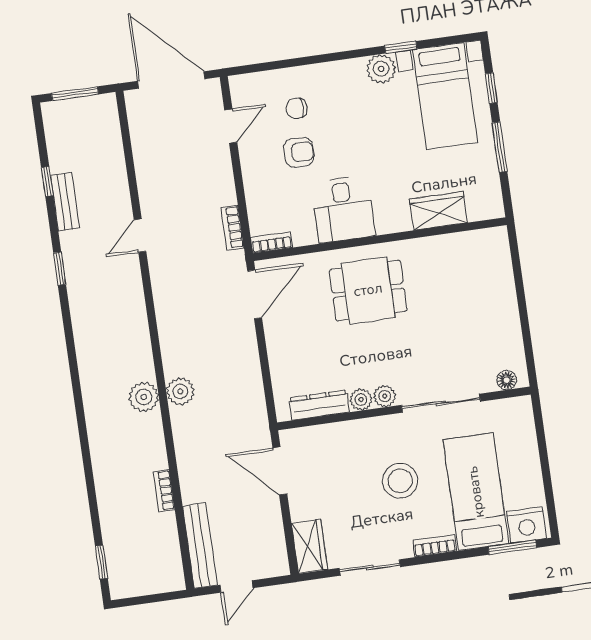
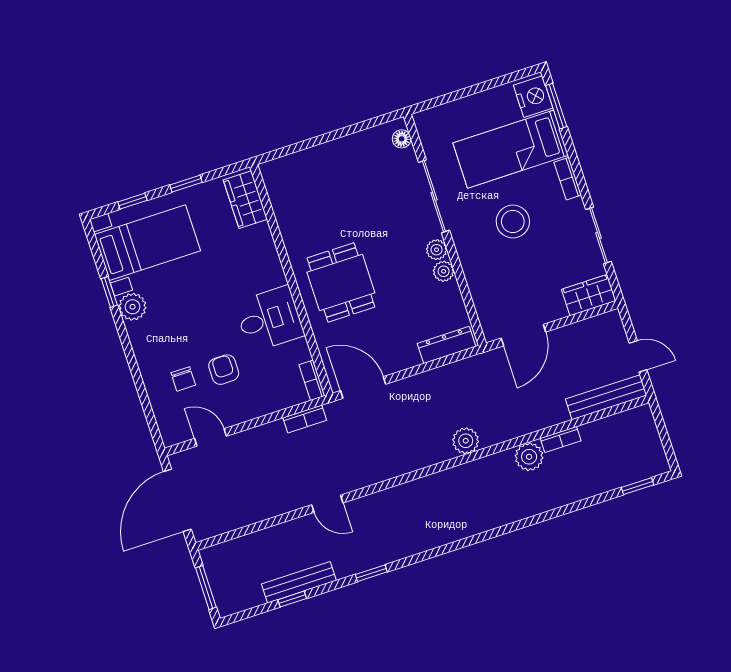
window: (500, 147) -> (186, 184), width x0.67
bench: (65, 202) -> (299, 582), width x1.36
wardrobe: (438, 211) -> (245, 200), moved
plant: (144, 397) -> (529, 457), moved
dresser: (319, 405) -> (447, 345), moved, turned 90

